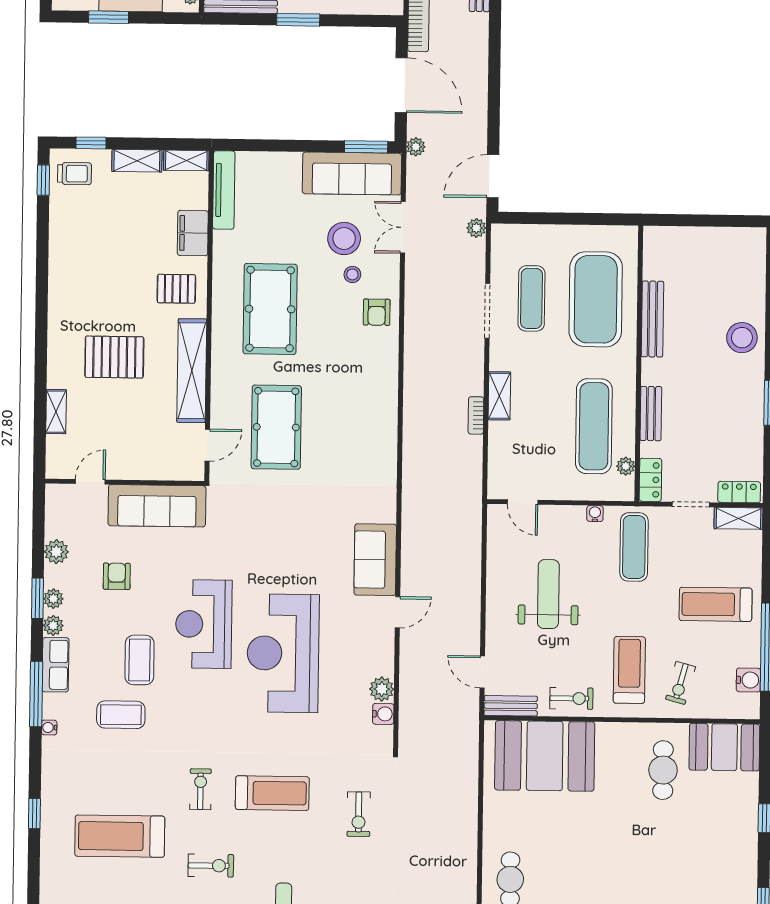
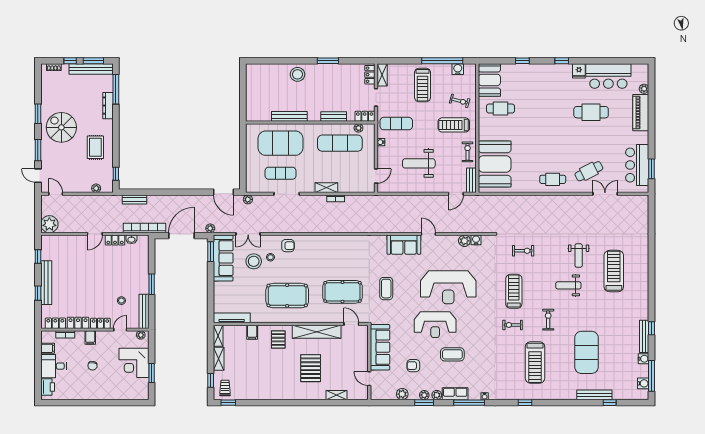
filing cabinet: (193, 233) -> (252, 332), width x0.50
coffee table: (121, 715) -> (386, 289), moved

